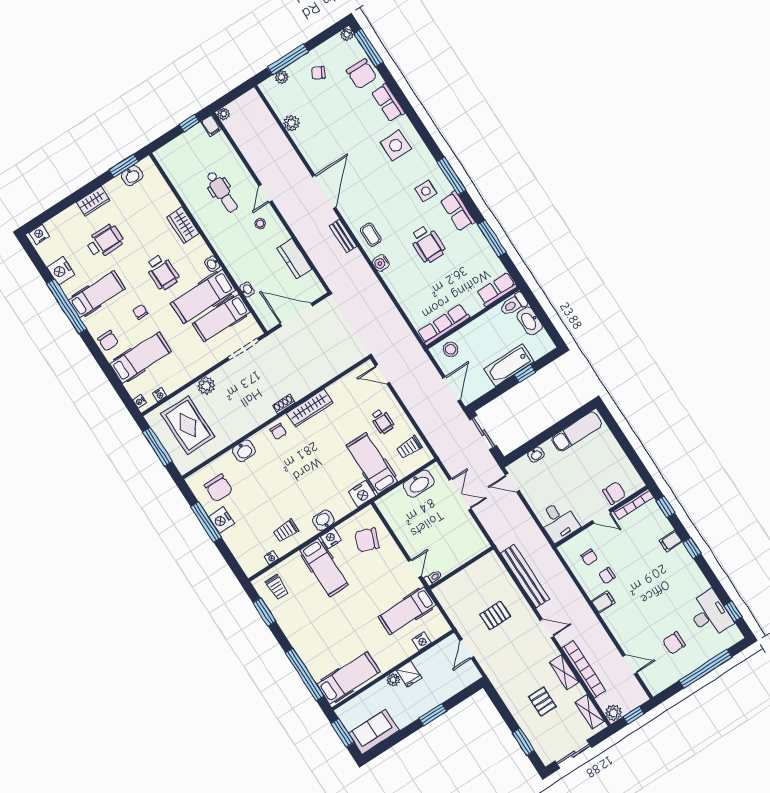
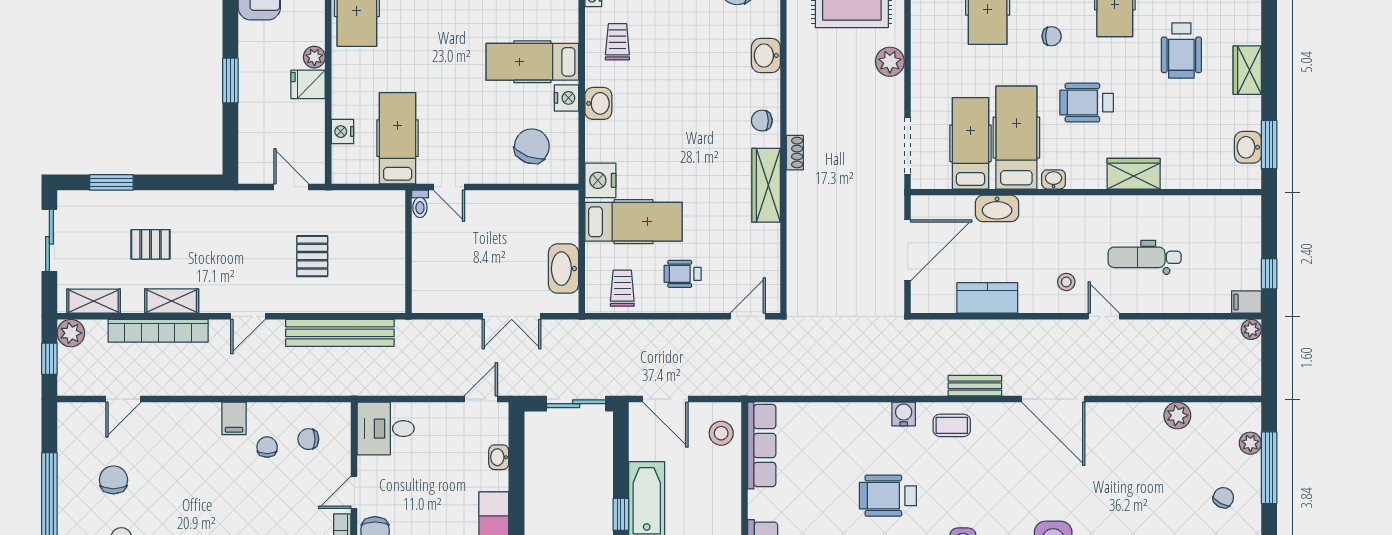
washbasin: (247, 290) -> (997, 208), width x1.91, depth x1.45

